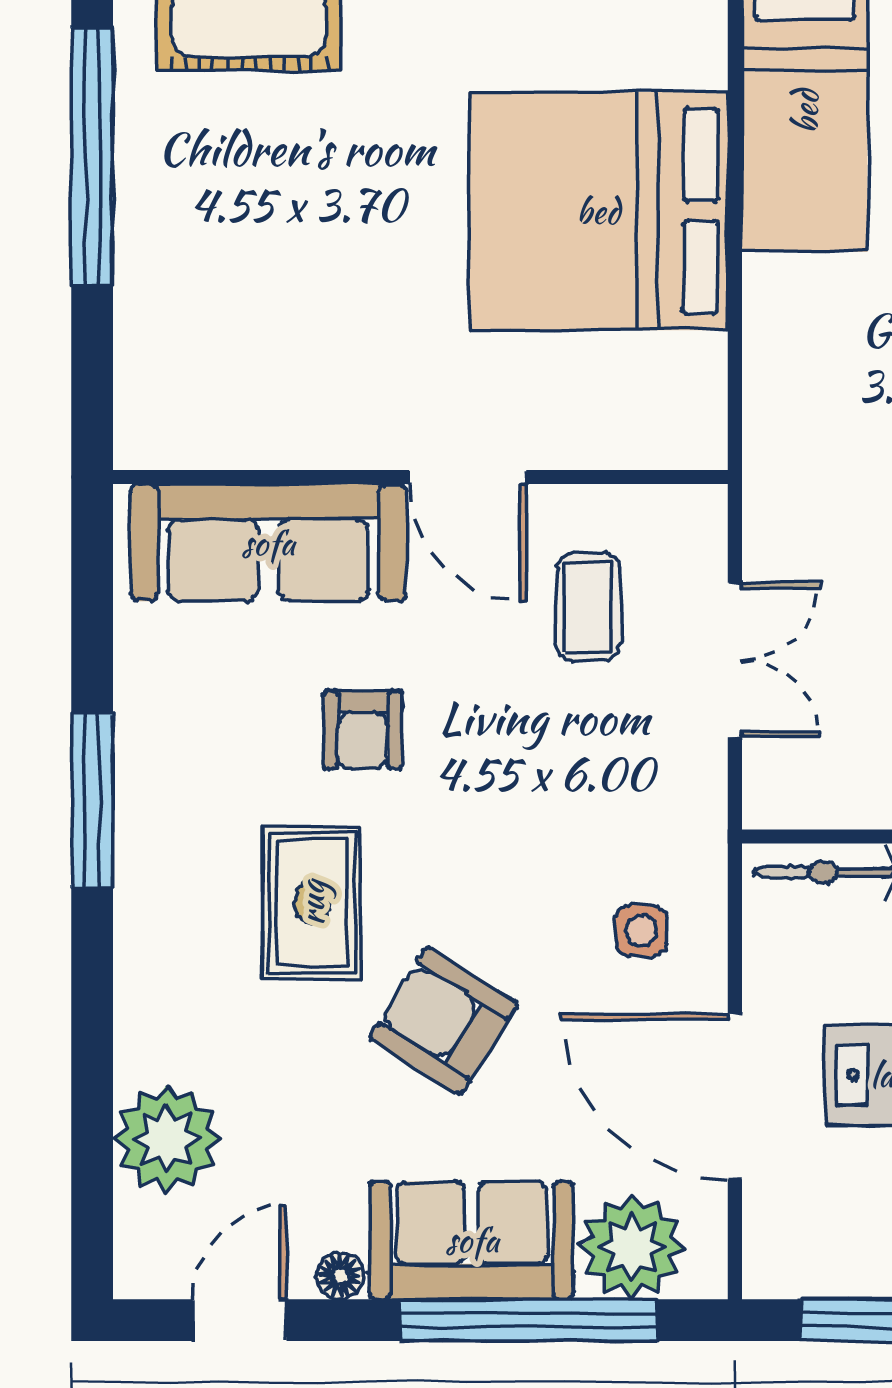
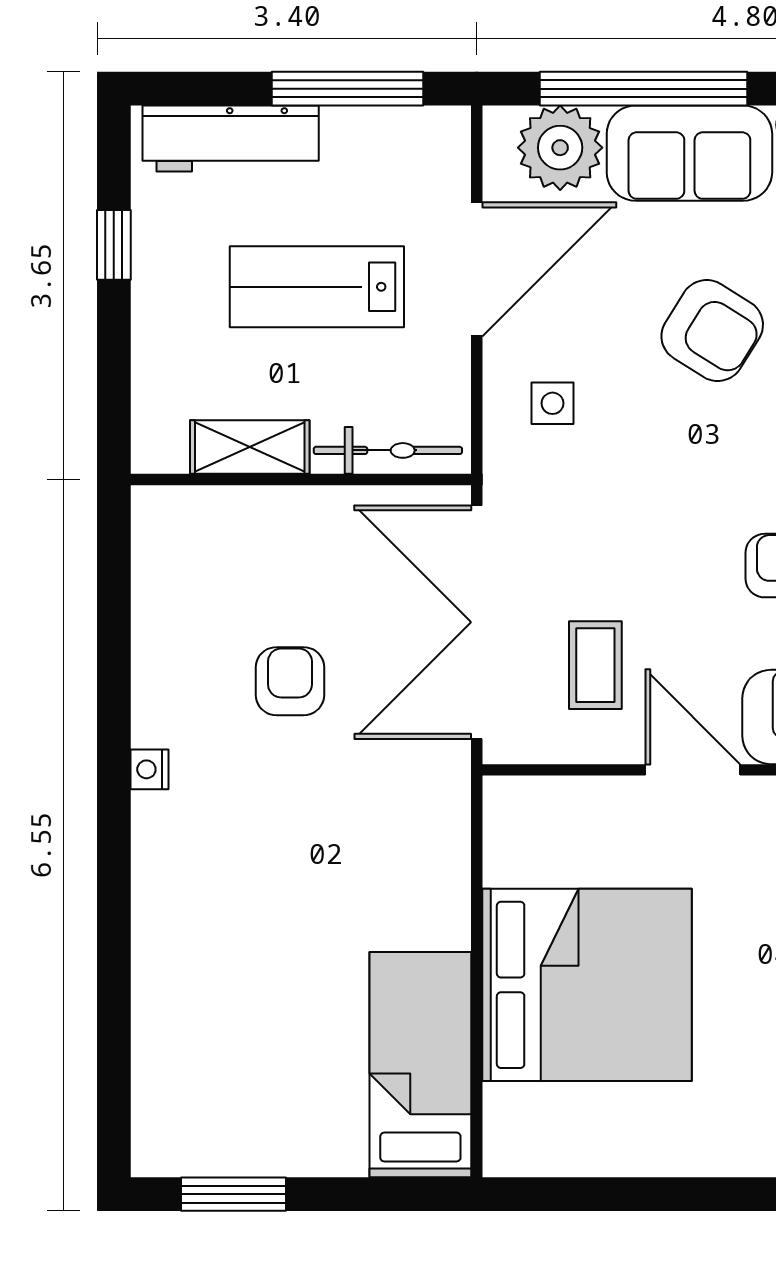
double door: (735, 660) -> (477, 622), width x1.87
door: (735, 1097) -> (477, 269), hinge flipped

